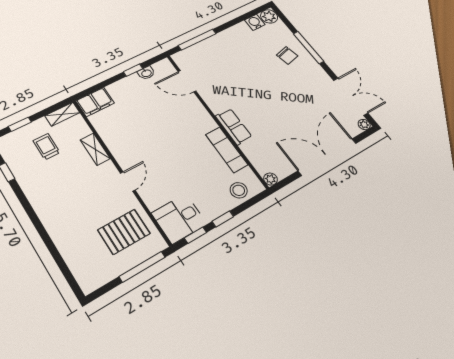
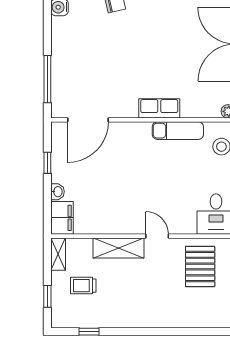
washbasin: (146, 73) -> (58, 192), moved
door: (187, 81) -> (88, 120), width x1.36
shelving: (95, 149) -> (119, 248), width x1.50, depth x1.33

